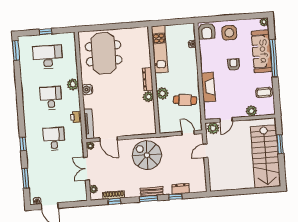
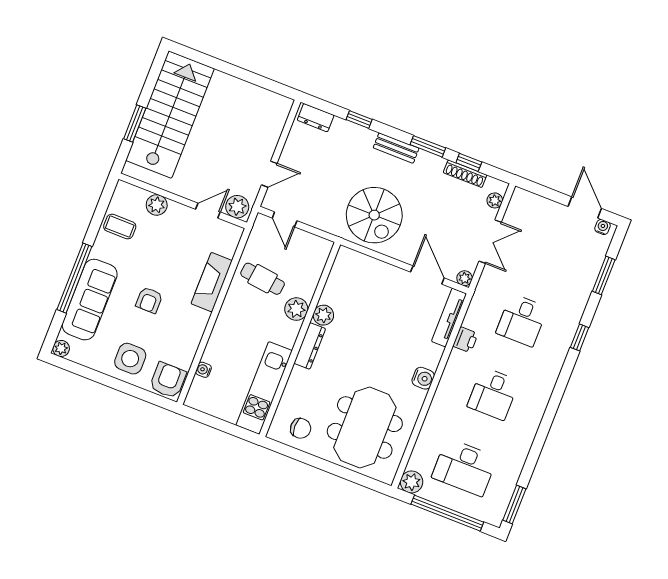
window: (46, 32) -> (447, 513), width x3.17
chair: (134, 38) -> (301, 428), added
plant: (73, 84) -> (412, 482), moved
dresser: (181, 189) -> (316, 118), moved
window: (148, 199) -> (428, 146), moved

